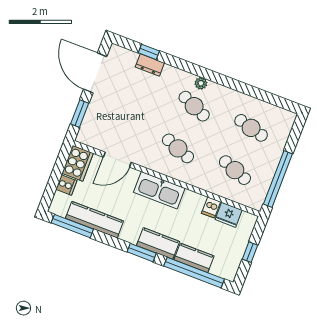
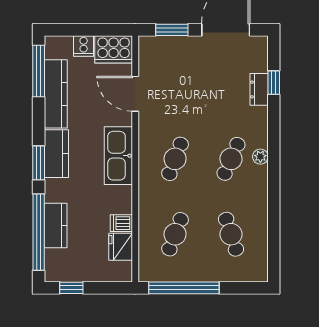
cafe table: (251, 128) -> (231, 234), turned -33
kitchen counter: (158, 243) -> (56, 154), moved
window: (250, 252) -> (71, 288), moved

